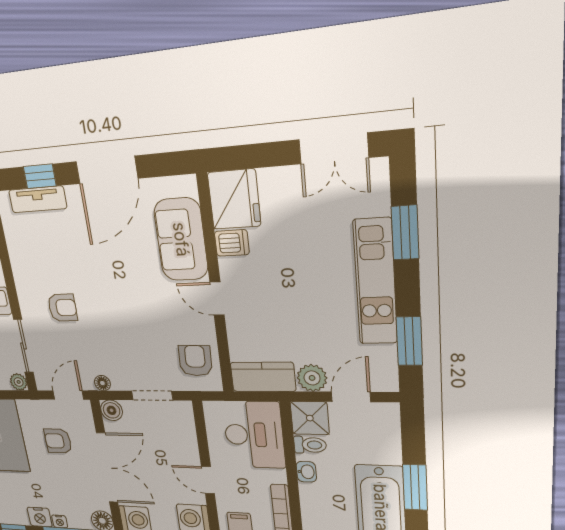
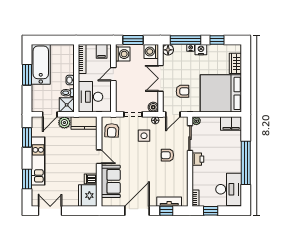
side table: (121, 350) -> (144, 136), added
double door: (107, 468) -> (160, 78), width x0.73
door: (208, 480) -> (113, 74), swing flipped

